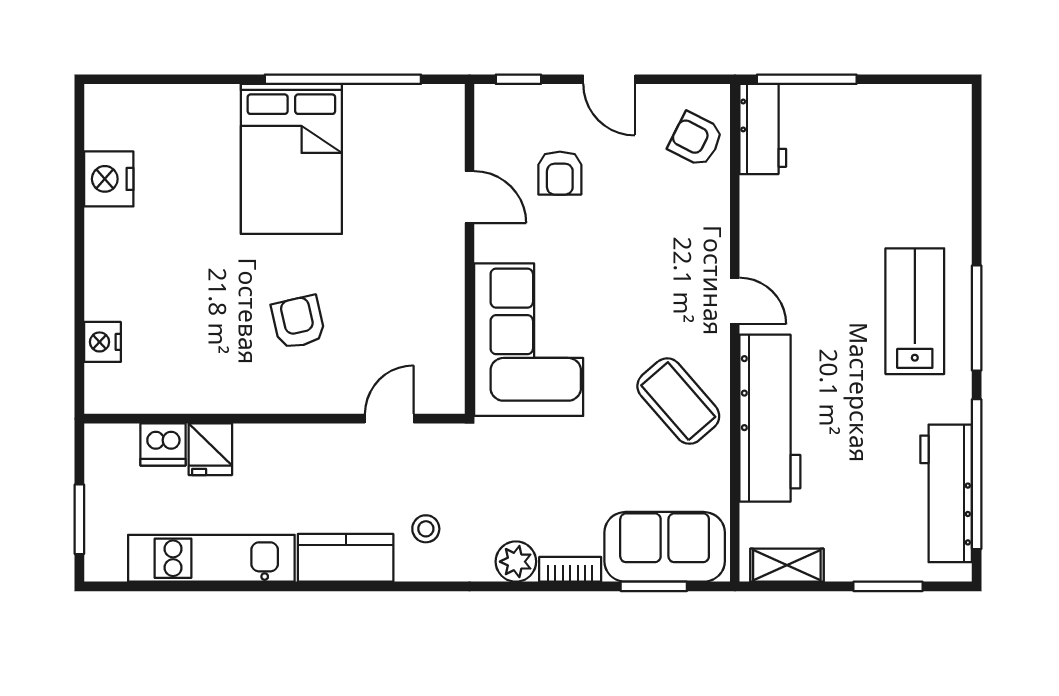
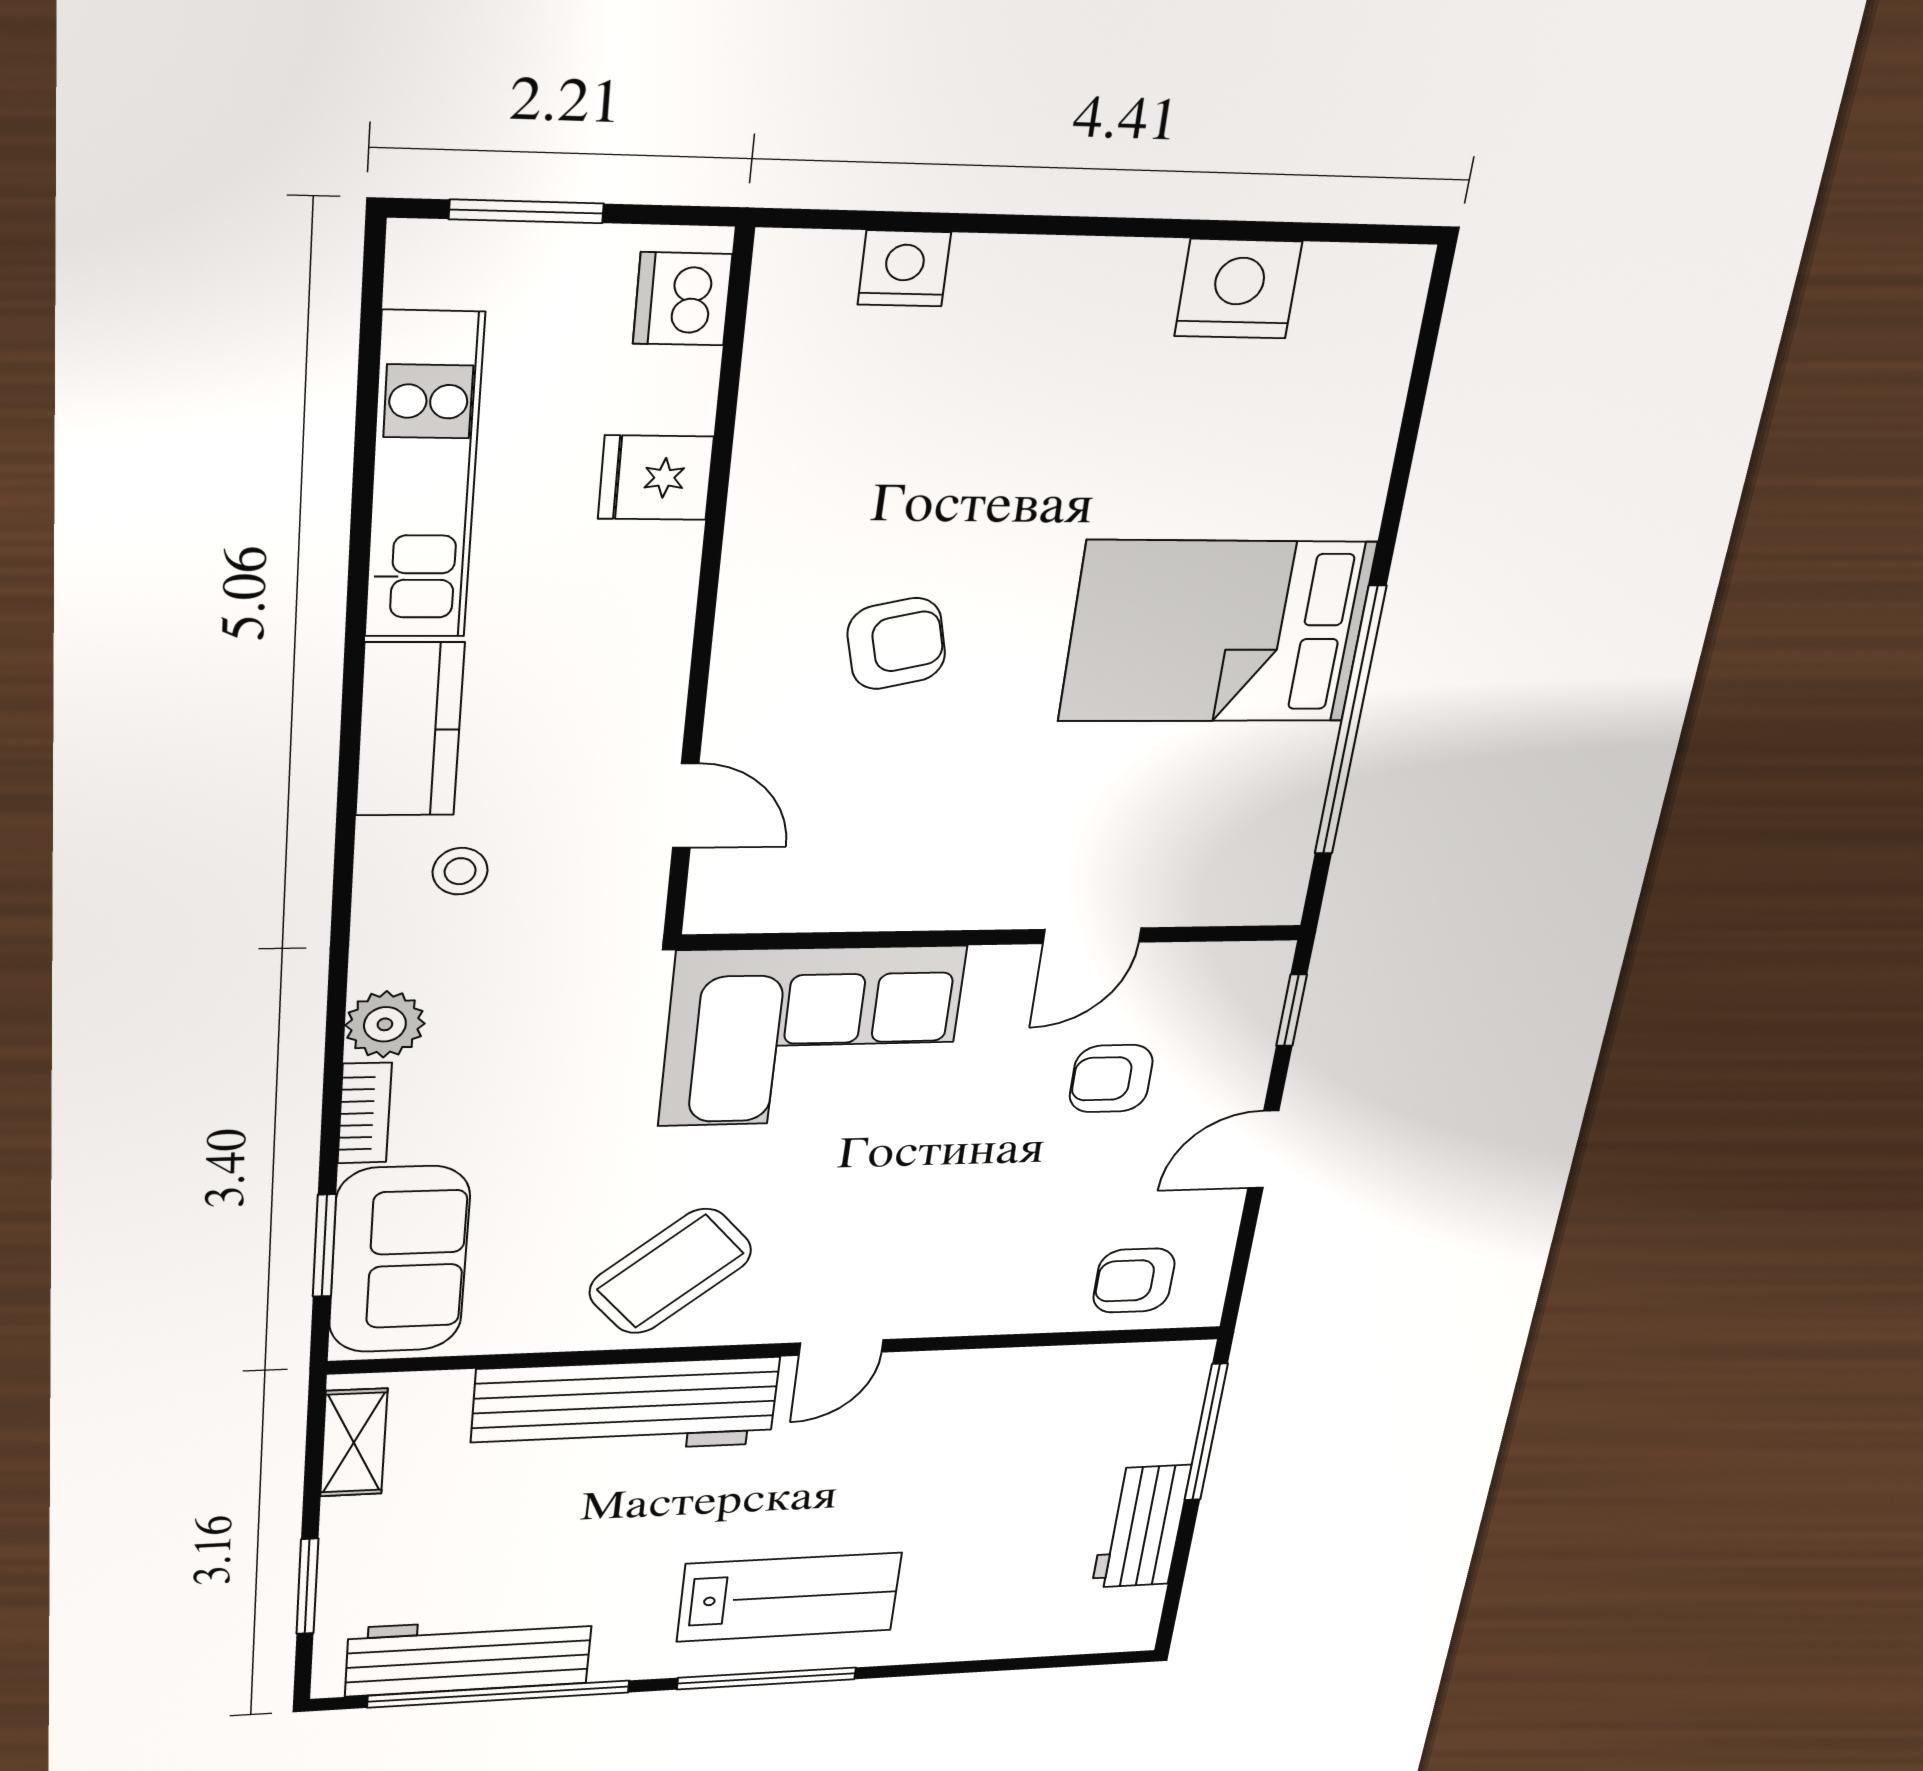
workbench: (763, 129) -> (1141, 1527), moved, turned 90
armchair: (696, 139) -> (1134, 1281), turned -117
dishwasher: (163, 444) -> (682, 299), moved

